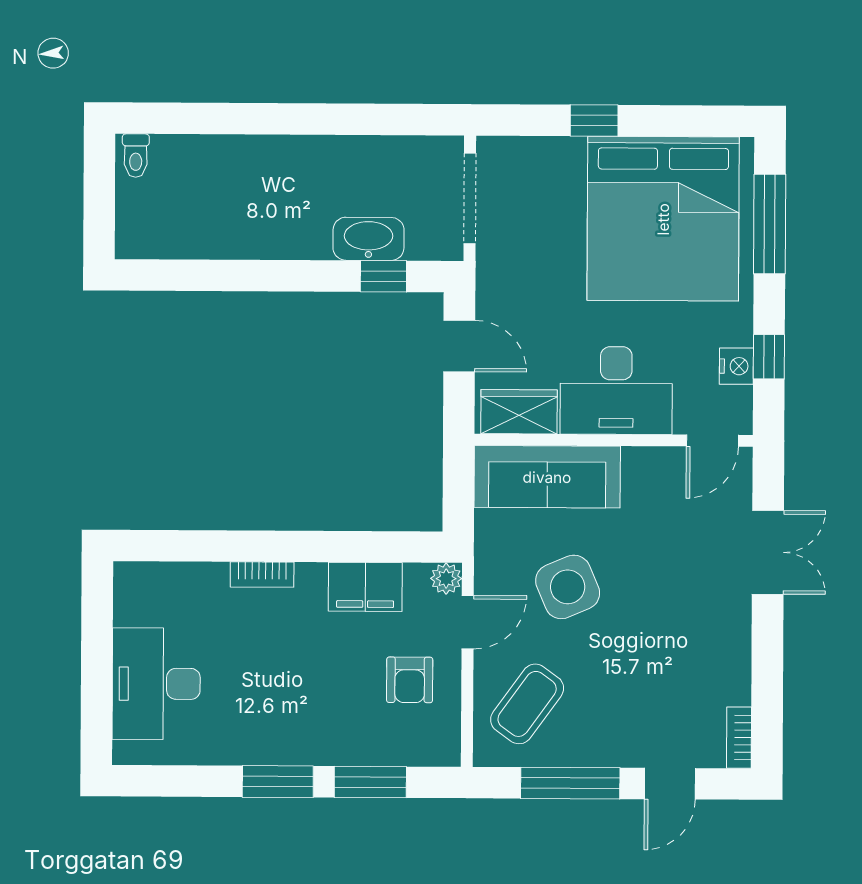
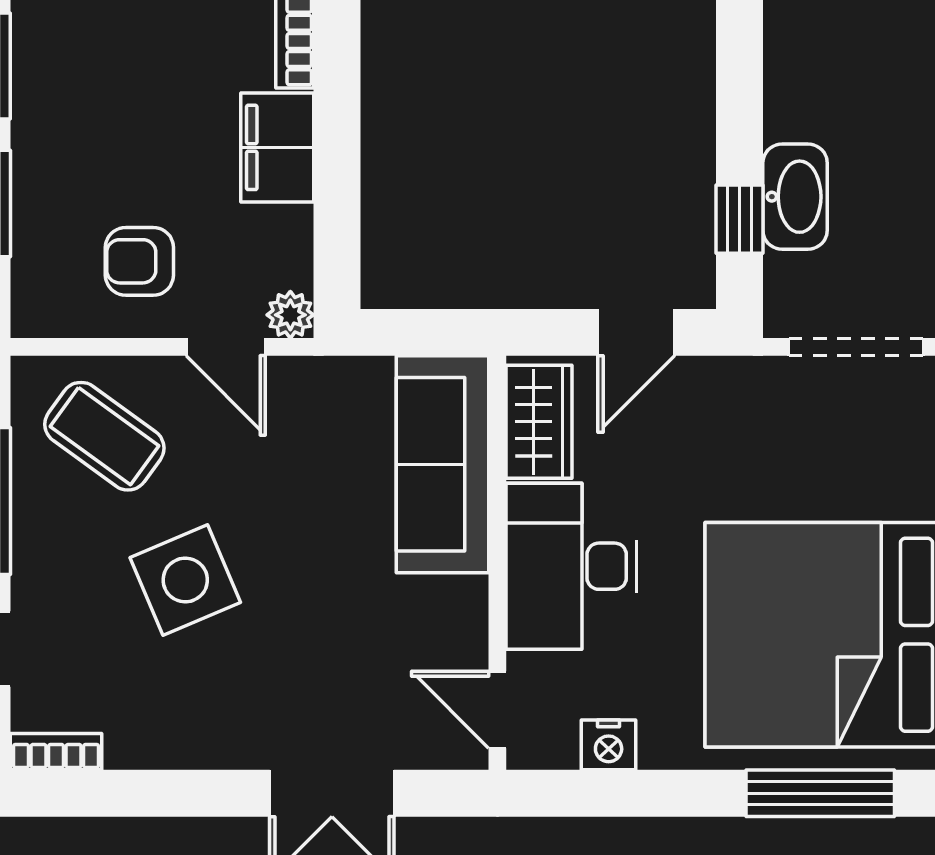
window: (769, 357) -> (623, 793), removed
filing cabinet: (365, 587) -> (277, 147), moved
side table: (568, 587) -> (185, 580), moved

